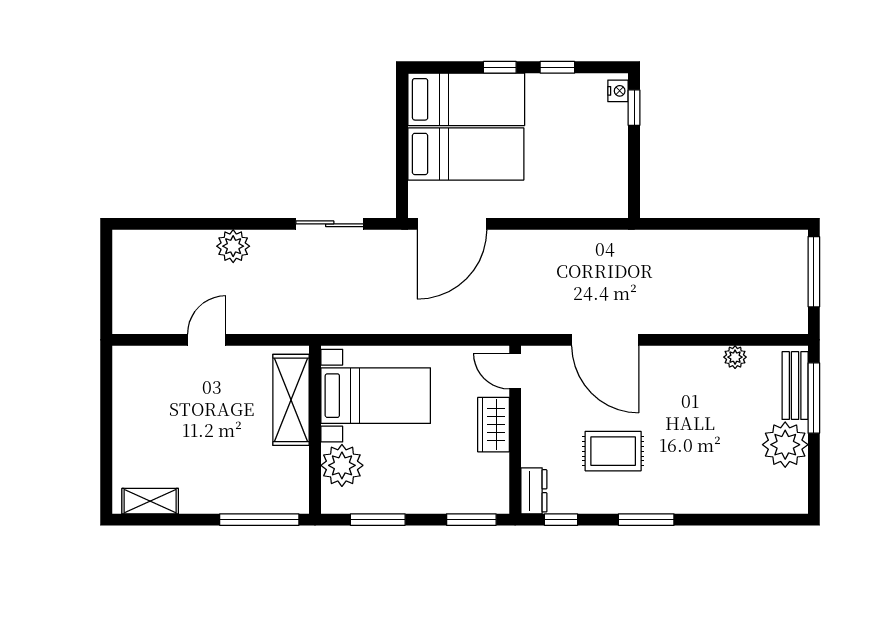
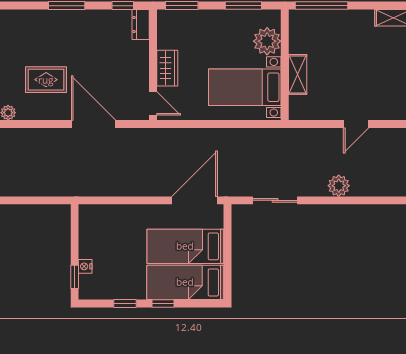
nightstand: (618, 91) -> (85, 266), moved
shelving: (291, 400) -> (298, 74), width x0.67, depth x0.75
rug: (613, 451) -> (46, 80), moved

